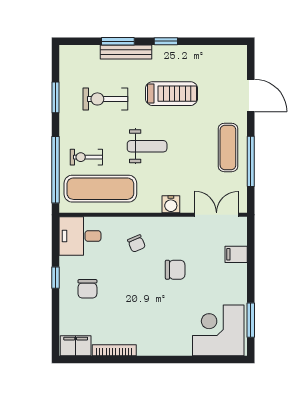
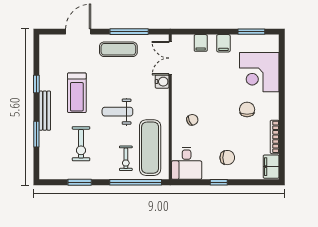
window: (166, 41) -> (36, 84), moved
bench: (126, 52) -> (45, 111), moved
treadmill: (172, 94) -> (77, 93), turned 180
weight bench: (147, 146) -> (117, 112), turned -90
water cooler: (171, 204) -> (162, 82), moved
chair: (175, 270) -> (247, 109), moved
filing cabinet: (236, 284) -> (223, 43), added
corner desk: (218, 330) -> (259, 72), moved

